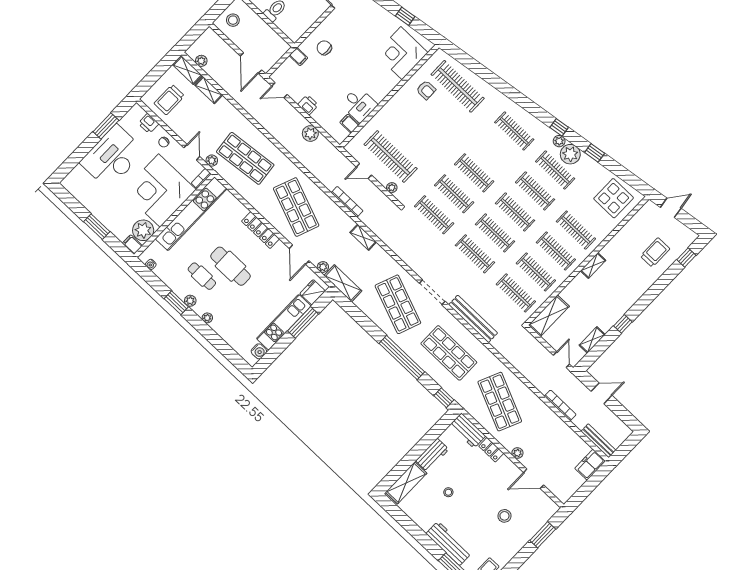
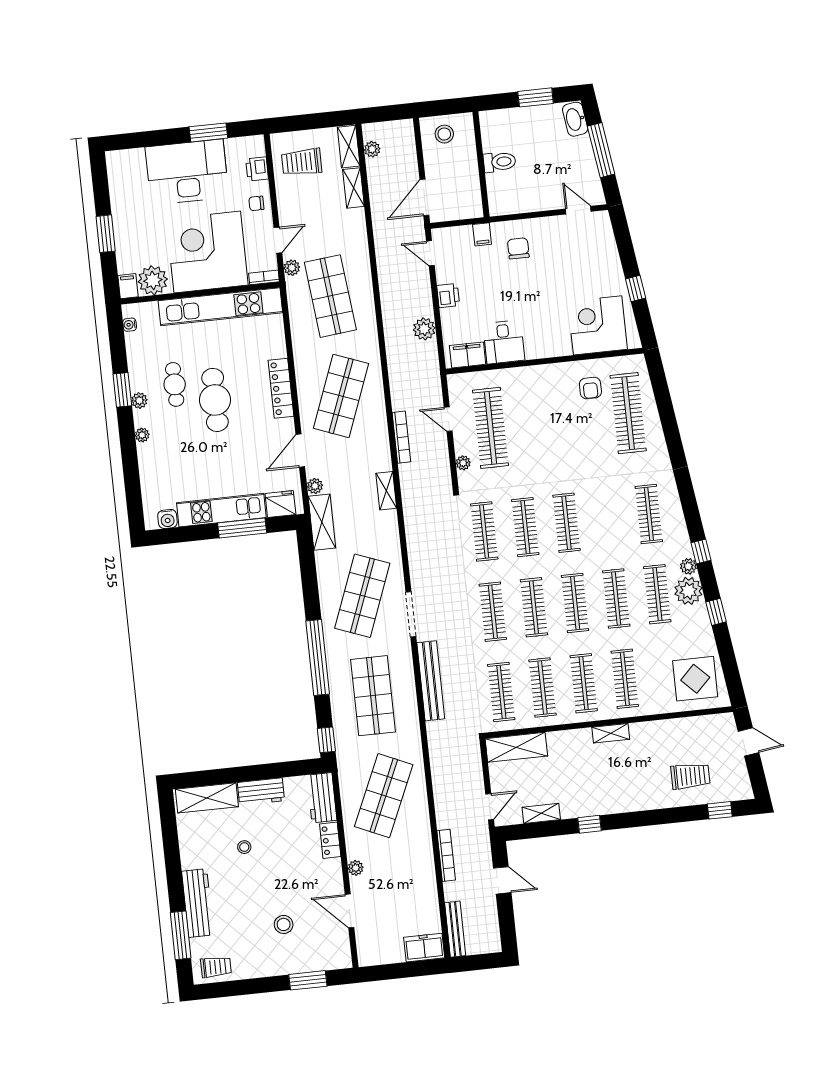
filing cabinet: (349, 124) -> (468, 355), width x2.00

